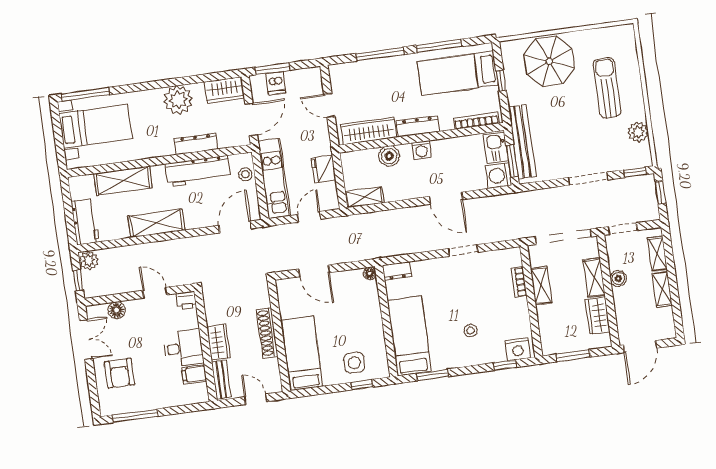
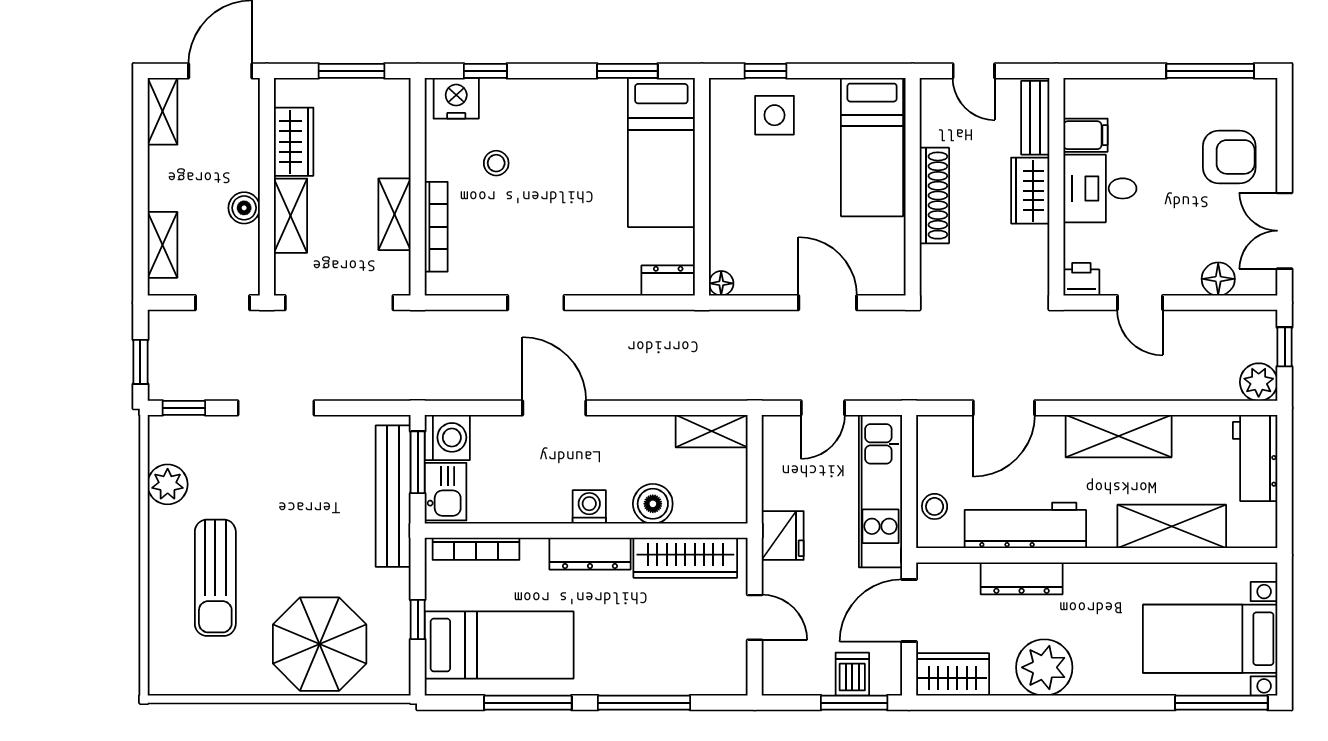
fridge: (324, 169) -> (783, 536), moved
door: (235, 227) -> (1004, 408), moved
bookcase: (519, 282) -> (436, 227), width x1.56
shelving: (662, 289) -> (162, 111), moved
stool: (471, 331) -> (496, 163), moved
armchair: (120, 373) -> (1229, 157), turned 90

